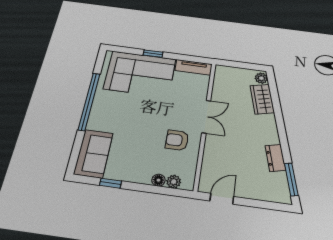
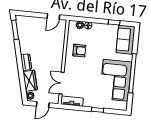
door: (241, 65) -> (43, 105), added
corner sofa: (140, 74) -> (116, 80), moved, turned -90
double door: (206, 117) -> (62, 83), moved
dresser: (275, 158) -> (26, 62), moved

